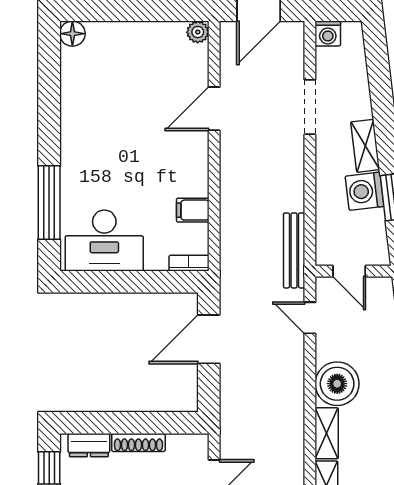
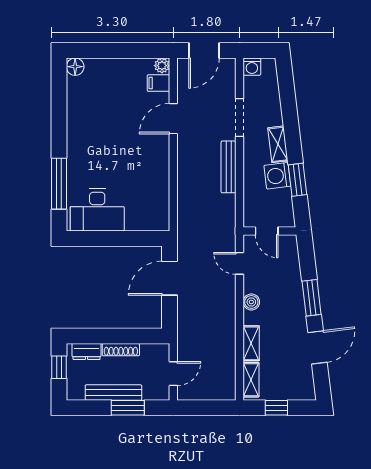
filing cabinet: (193, 210) -> (158, 83), moved
bench: (294, 250) -> (229, 167), moved
bookcase: (189, 263) -> (156, 226), removed
boiler: (337, 384) -> (251, 302), width x0.54, depth x0.54

